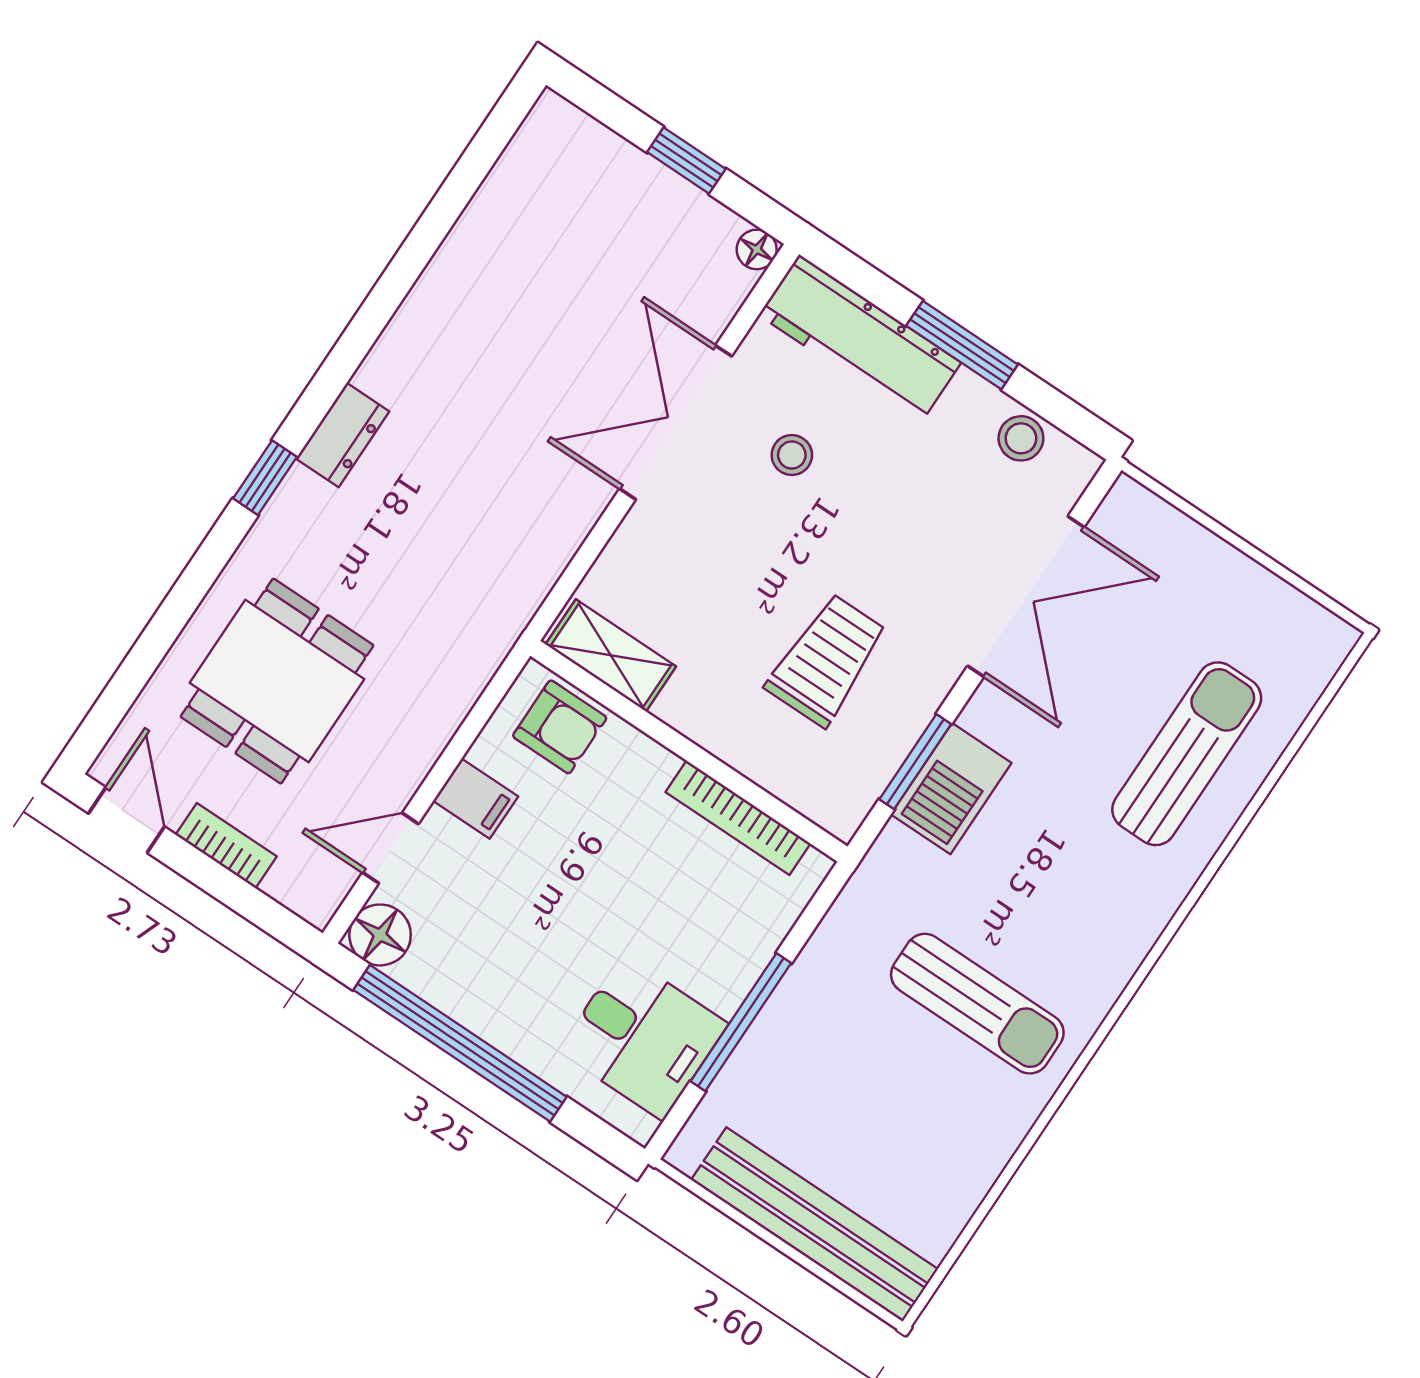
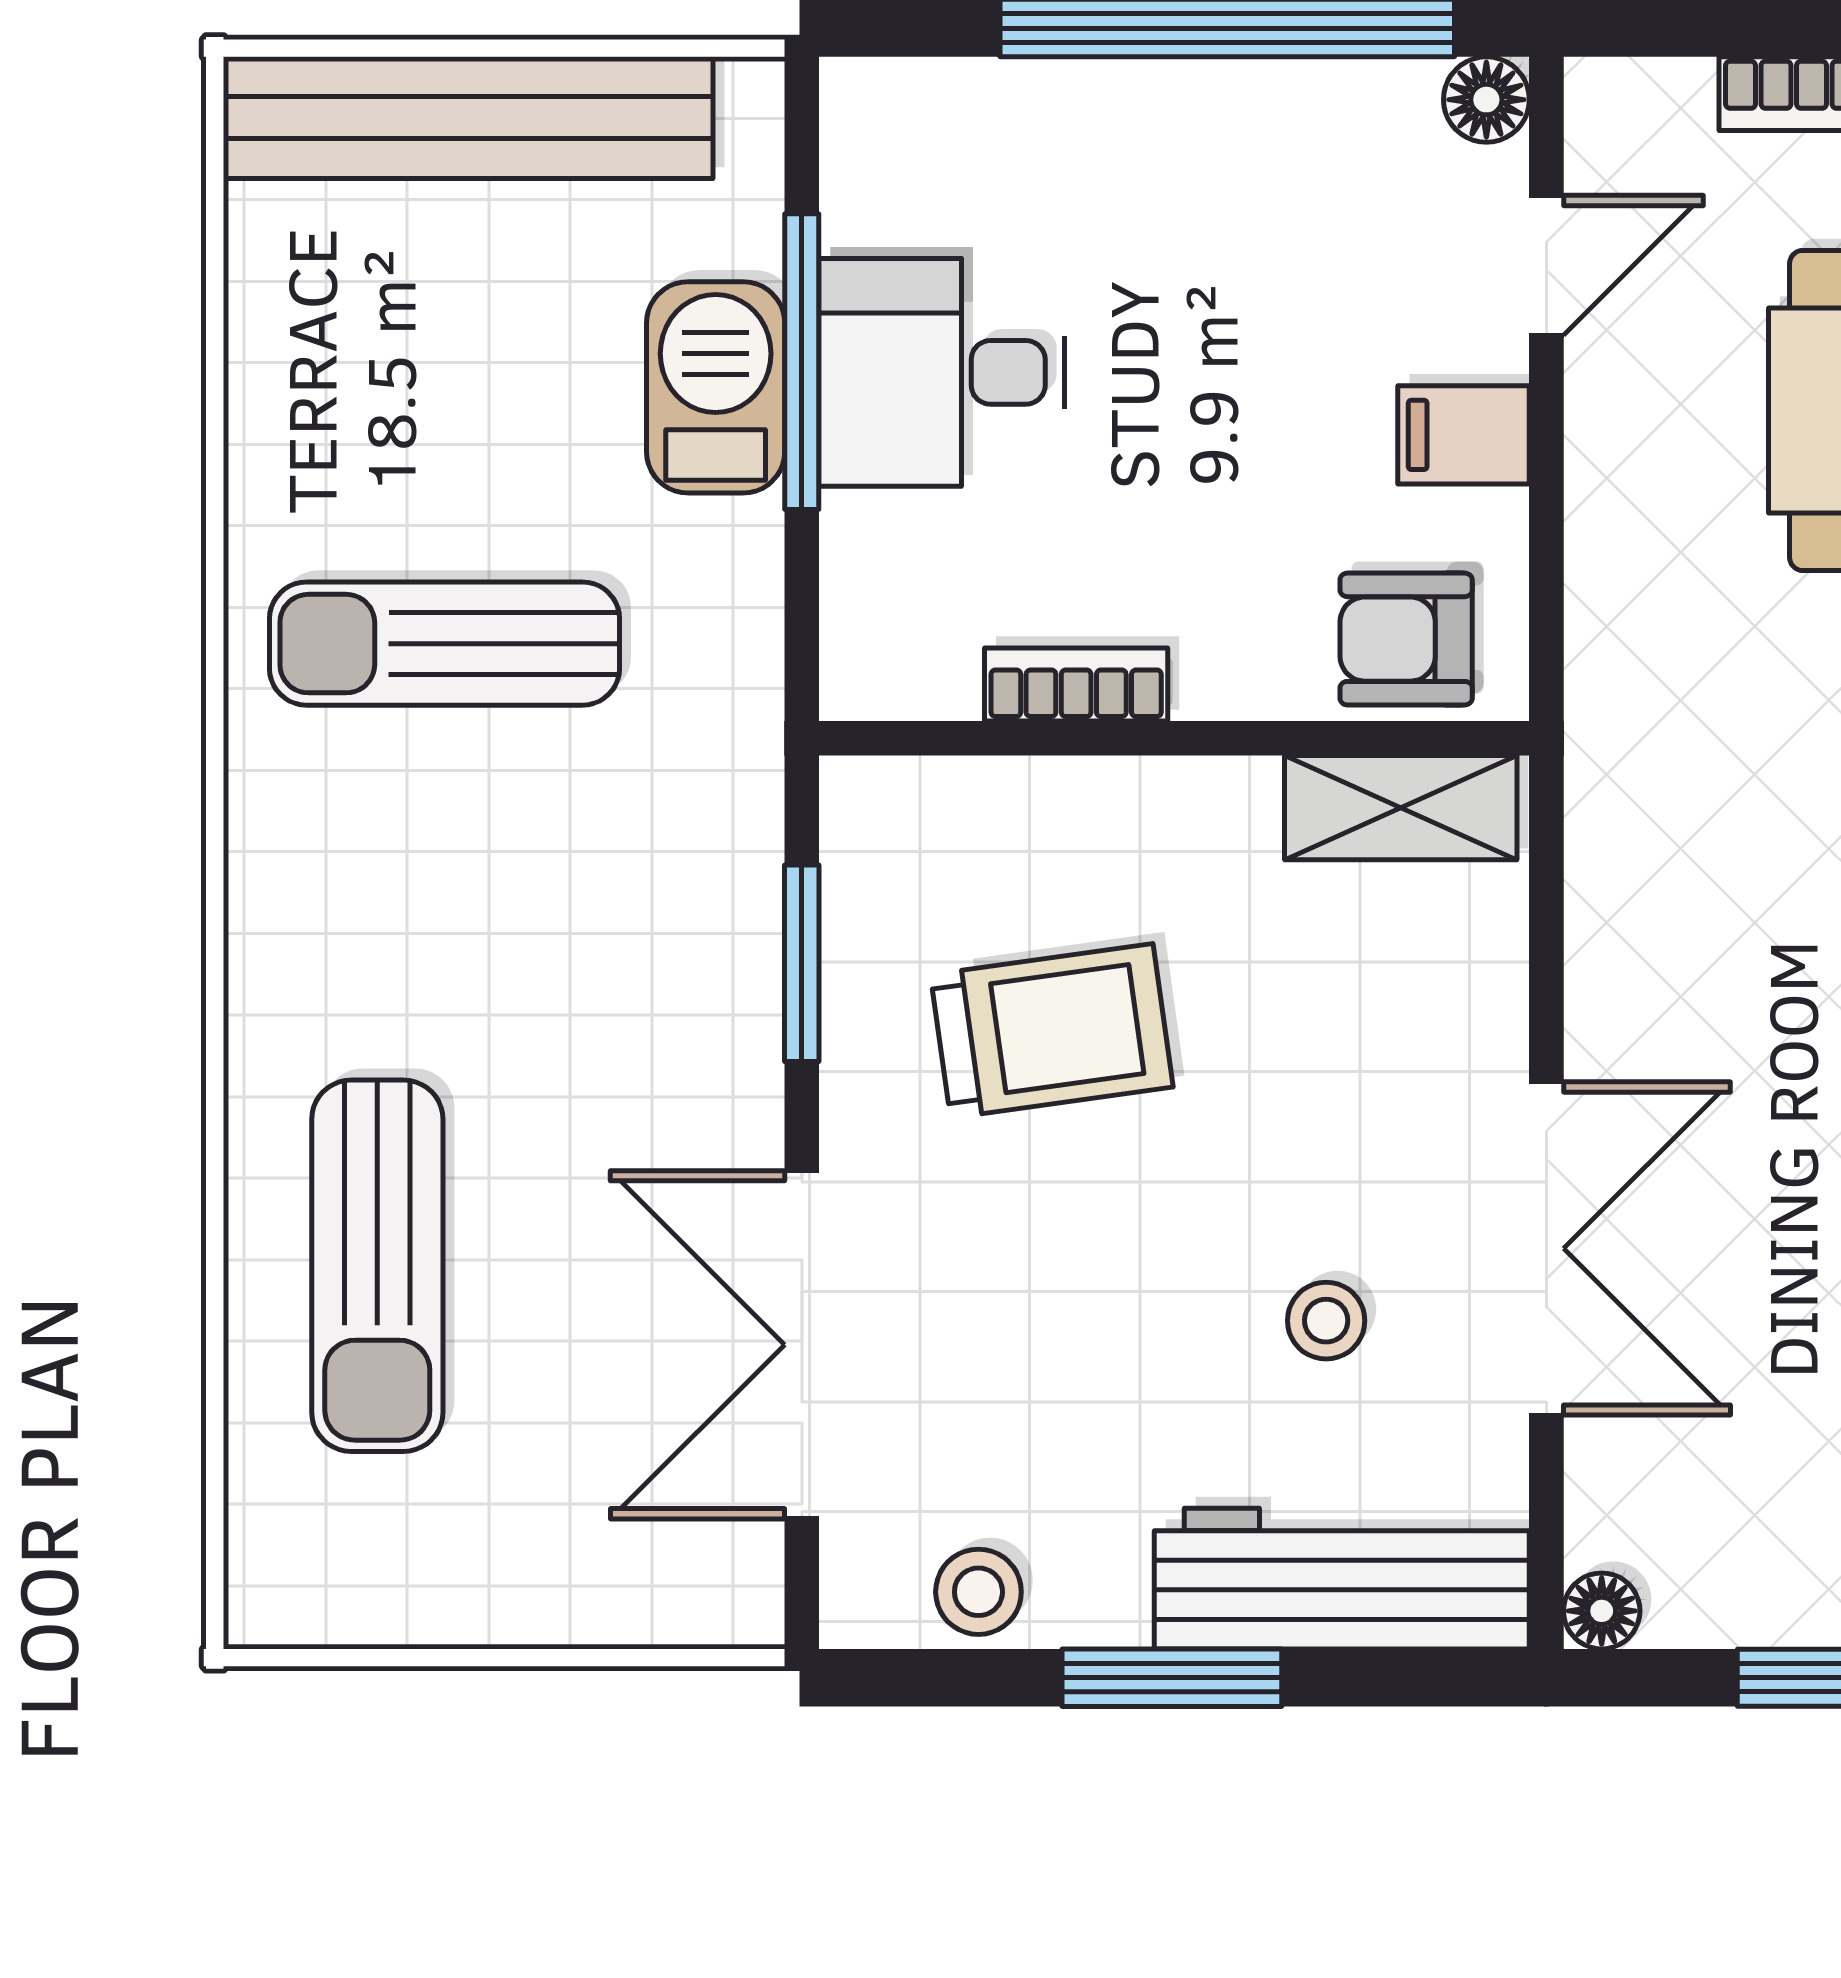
trolley: (827, 660) -> (1052, 1031), turned -98
barbecue: (951, 789) -> (716, 387), moved
bookcase: (738, 818) -> (1076, 685), width x0.64
floor lamp: (380, 935) -> (1486, 100), width x0.73, depth x0.73
desk: (643, 1037) -> (942, 372), moved

